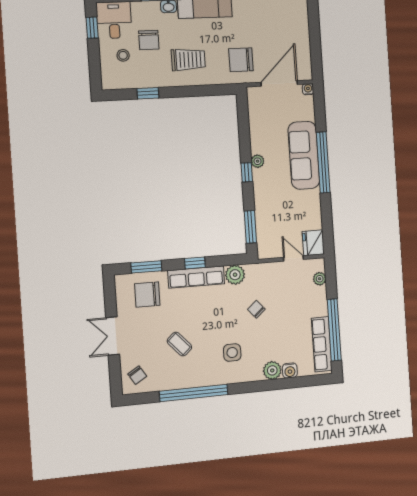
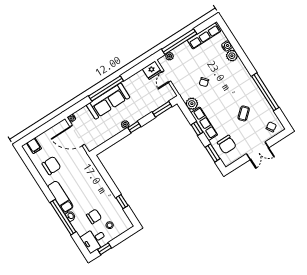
filing cabinet: (298, 14) -> (34, 146), added
trolley: (188, 60) -> (92, 191), removed
chair: (241, 60) -> (51, 166), moved, turned -90
window: (334, 330) -> (179, 42), moved
side table: (232, 353) -> (234, 83), removed

